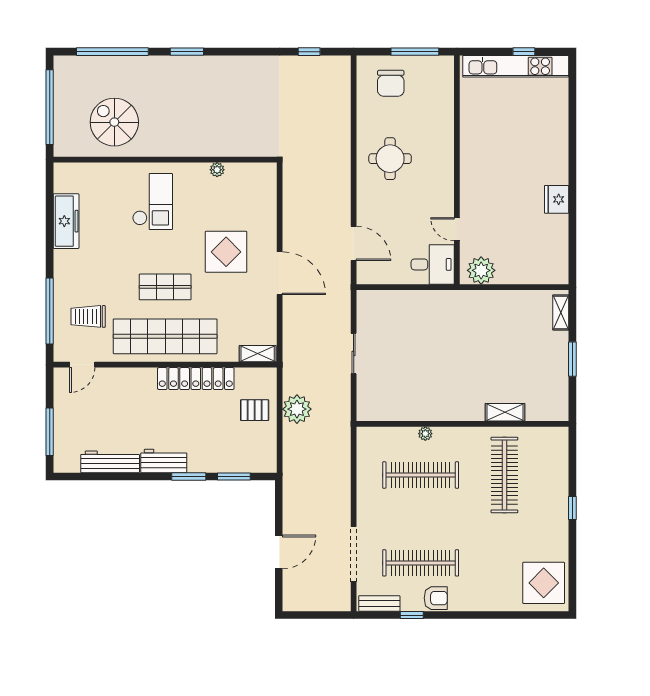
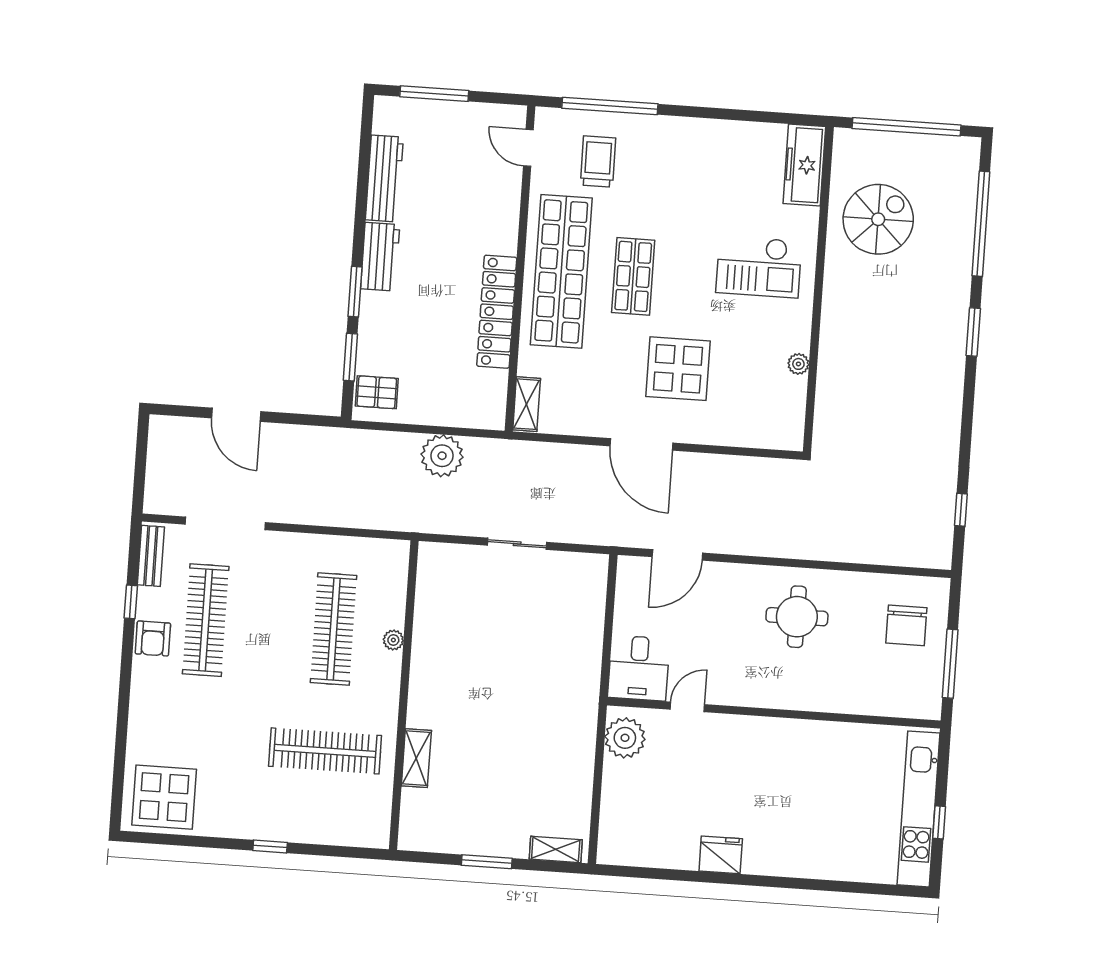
chair: (391, 83) -> (906, 625), turned -90
freezer: (66, 221) -> (804, 165), moved, turned 90
door: (280, 273) -> (641, 444), hinge flipped
pallet: (255, 410) -> (377, 392), moved, turned 90

